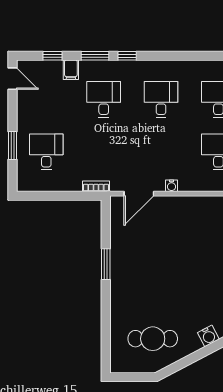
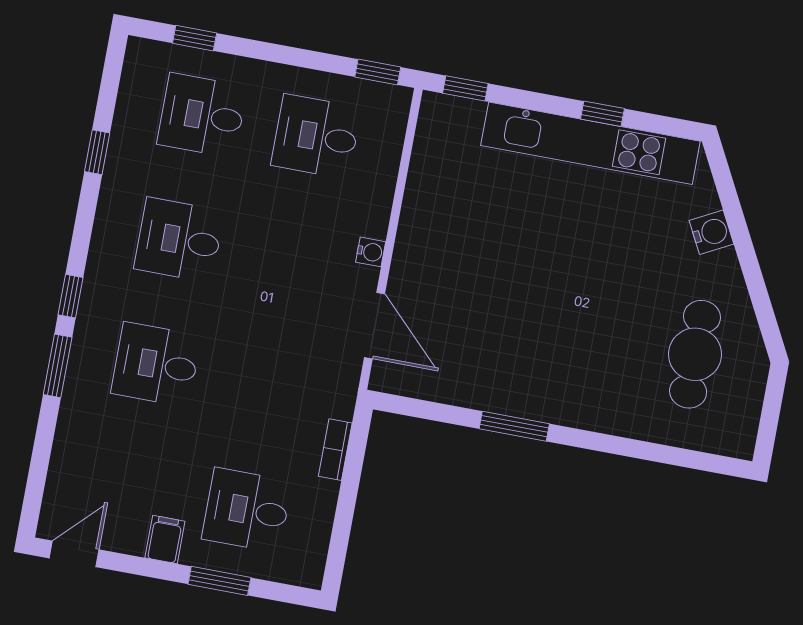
window: (52, 56) -> (97, 152), moved
filing cabinet: (71, 70) -> (165, 539), moved, turned -90
bookcase: (96, 186) -> (335, 450), moved

